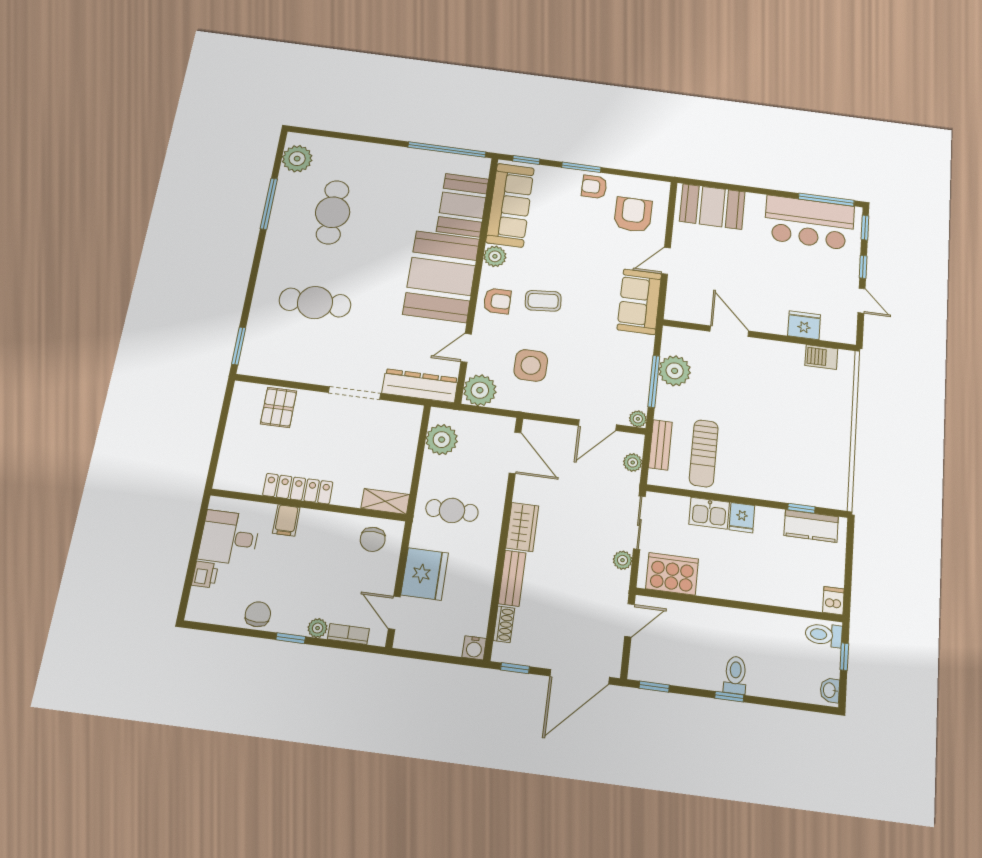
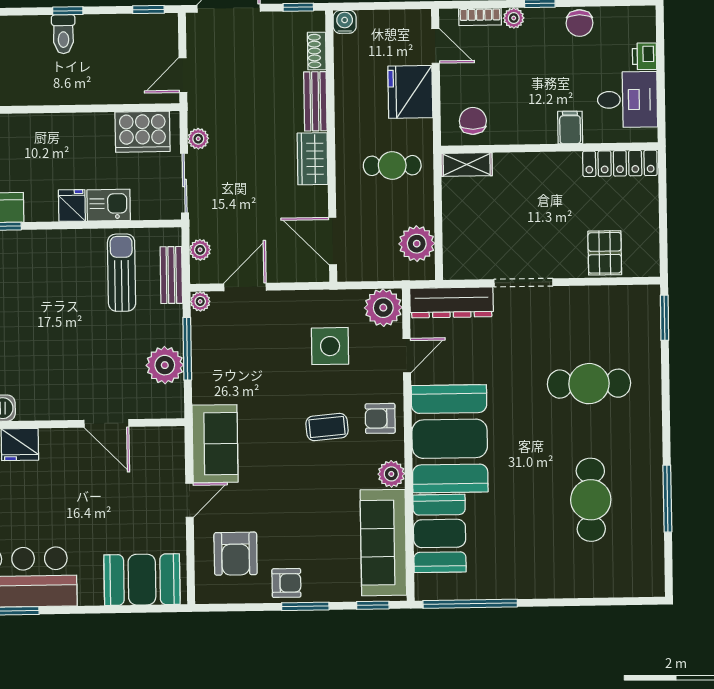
plant: (297, 159) -> (646, 563), removed
locker: (298, 489) -> (620, 163), moved

